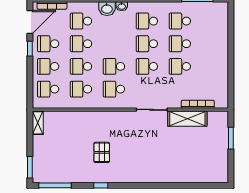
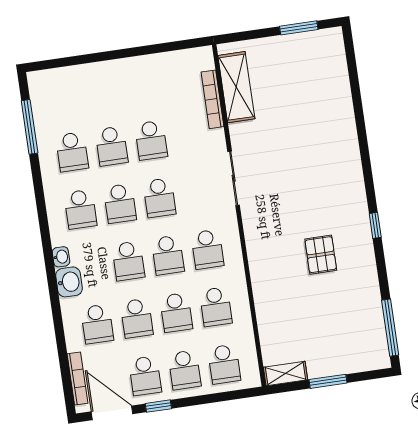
school desk: (114, 44) -> (128, 261), added
shelving: (187, 119) -> (236, 87), moved
window: (231, 138) -> (299, 28), moved
pallet: (102, 152) -> (321, 255), turned 90
window: (30, 167) -> (328, 381), moved
window: (101, 185) -> (375, 225), moved

